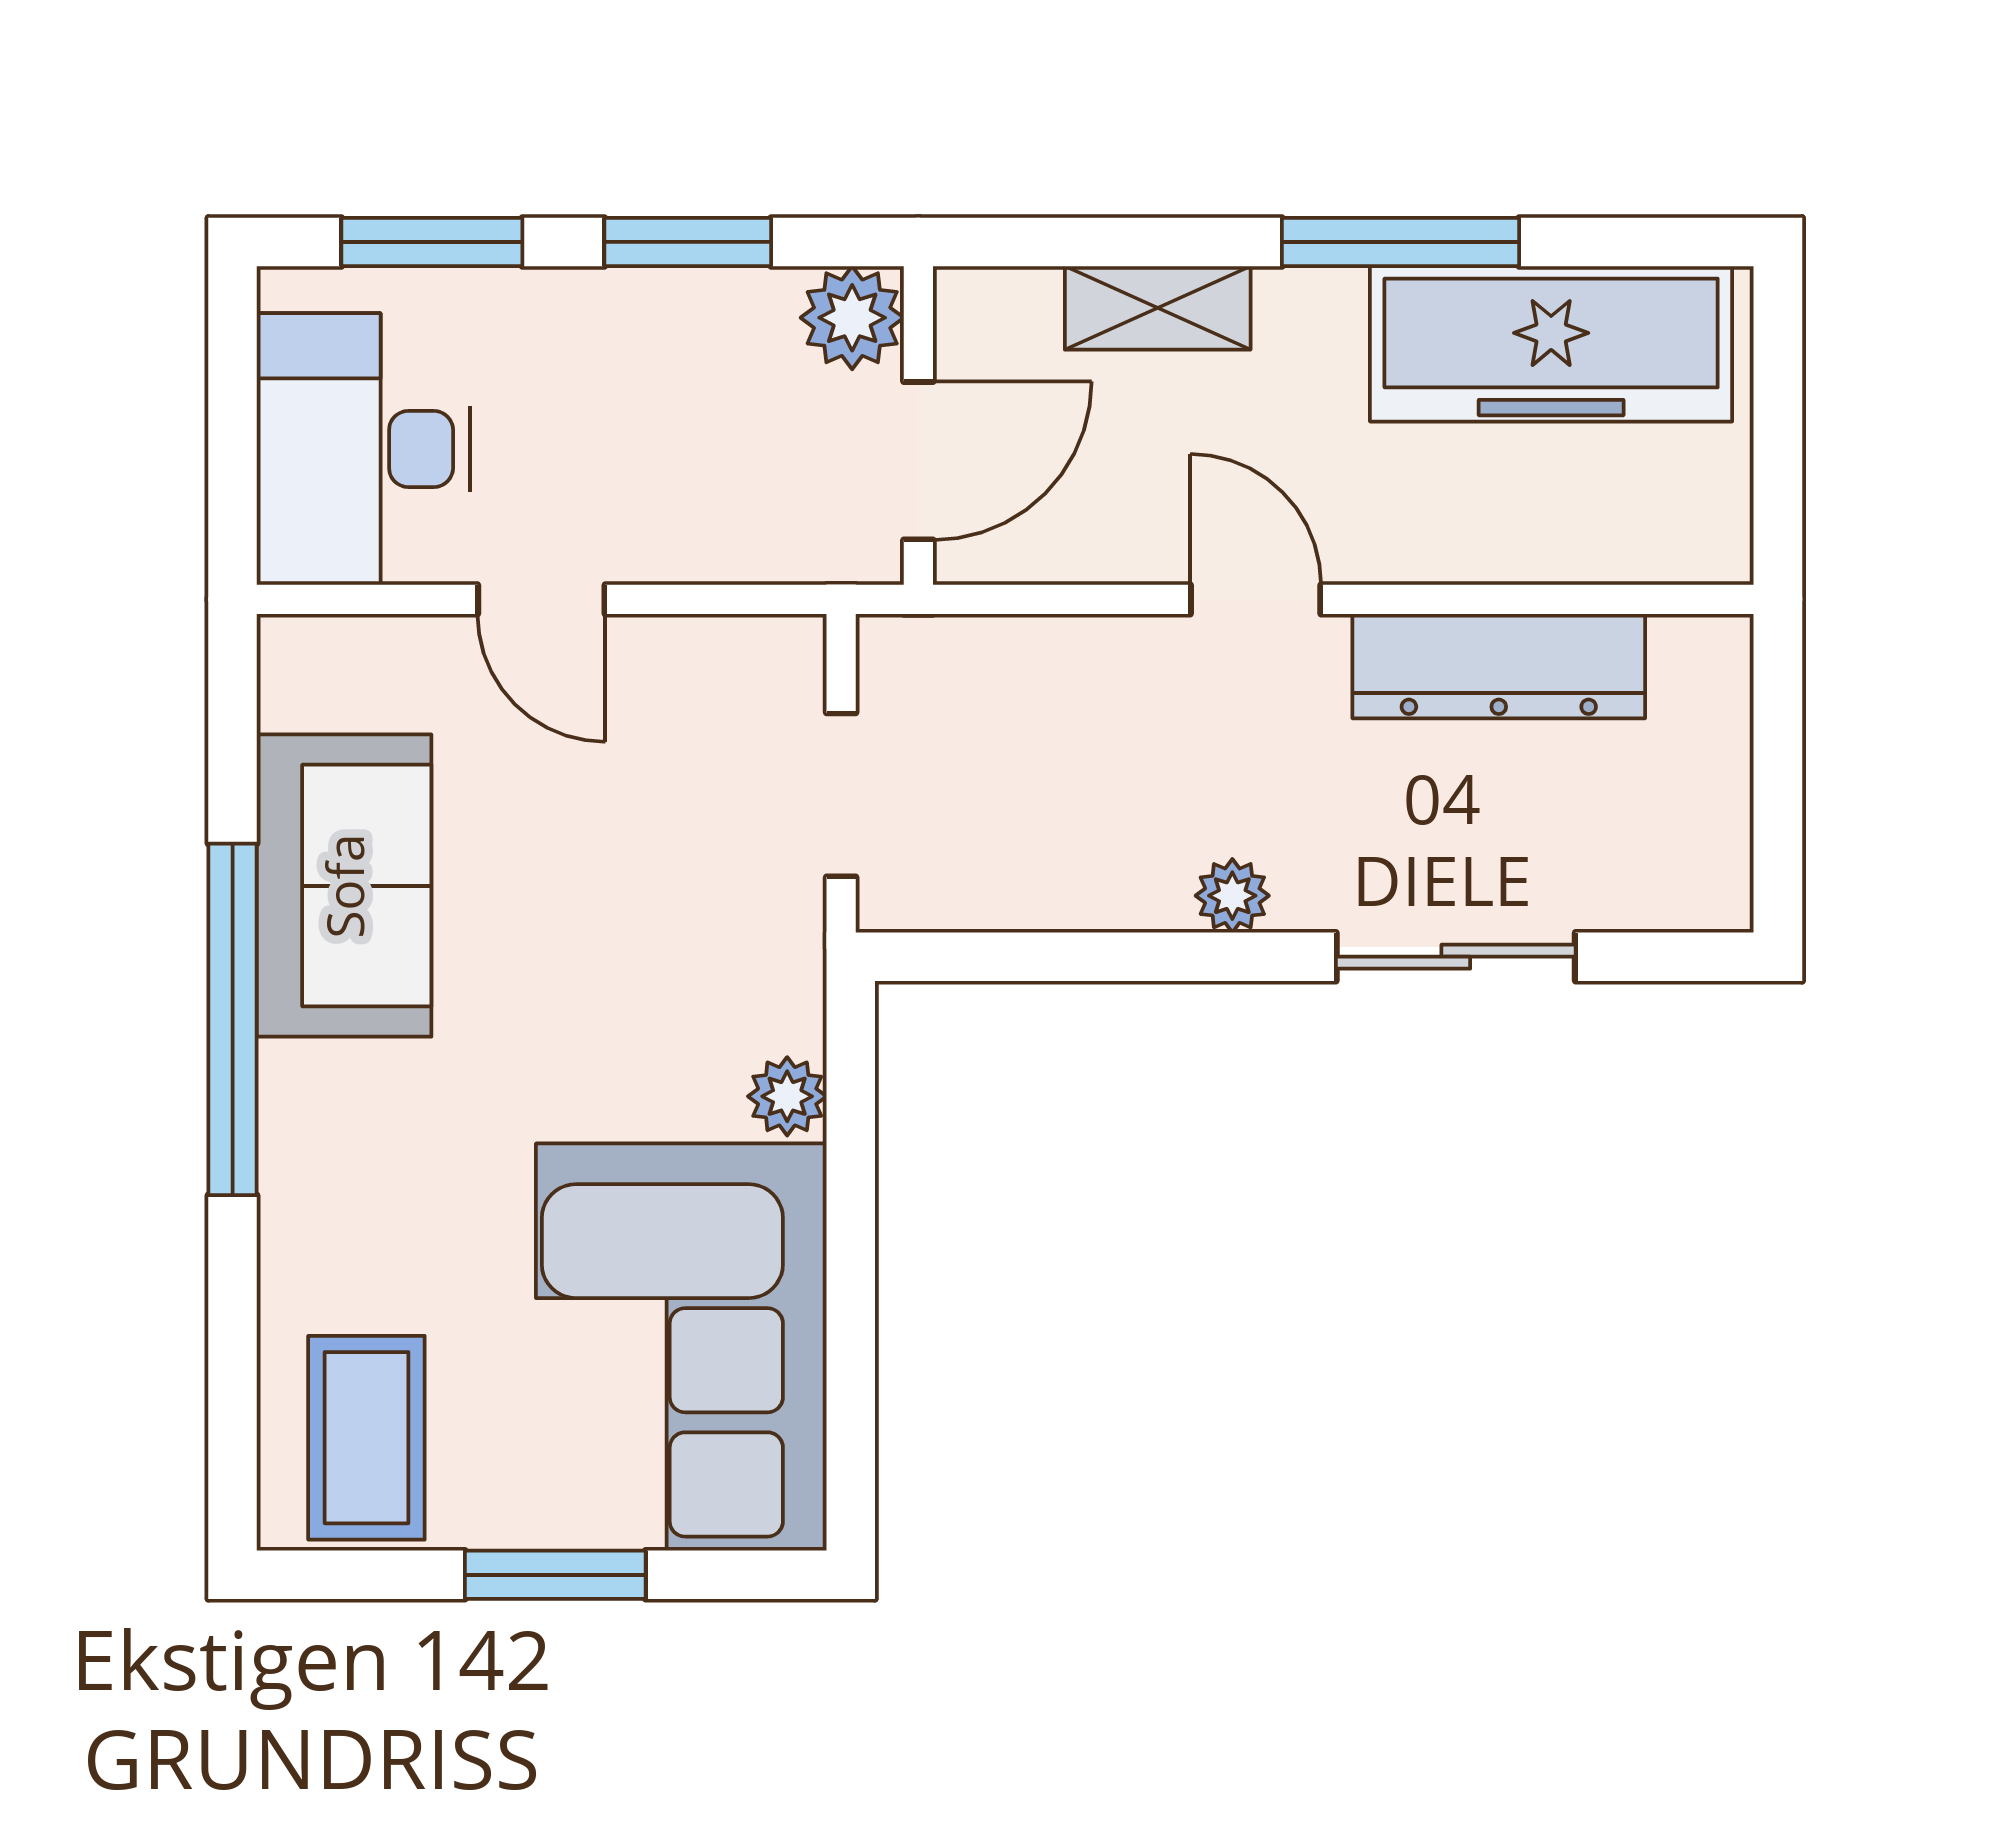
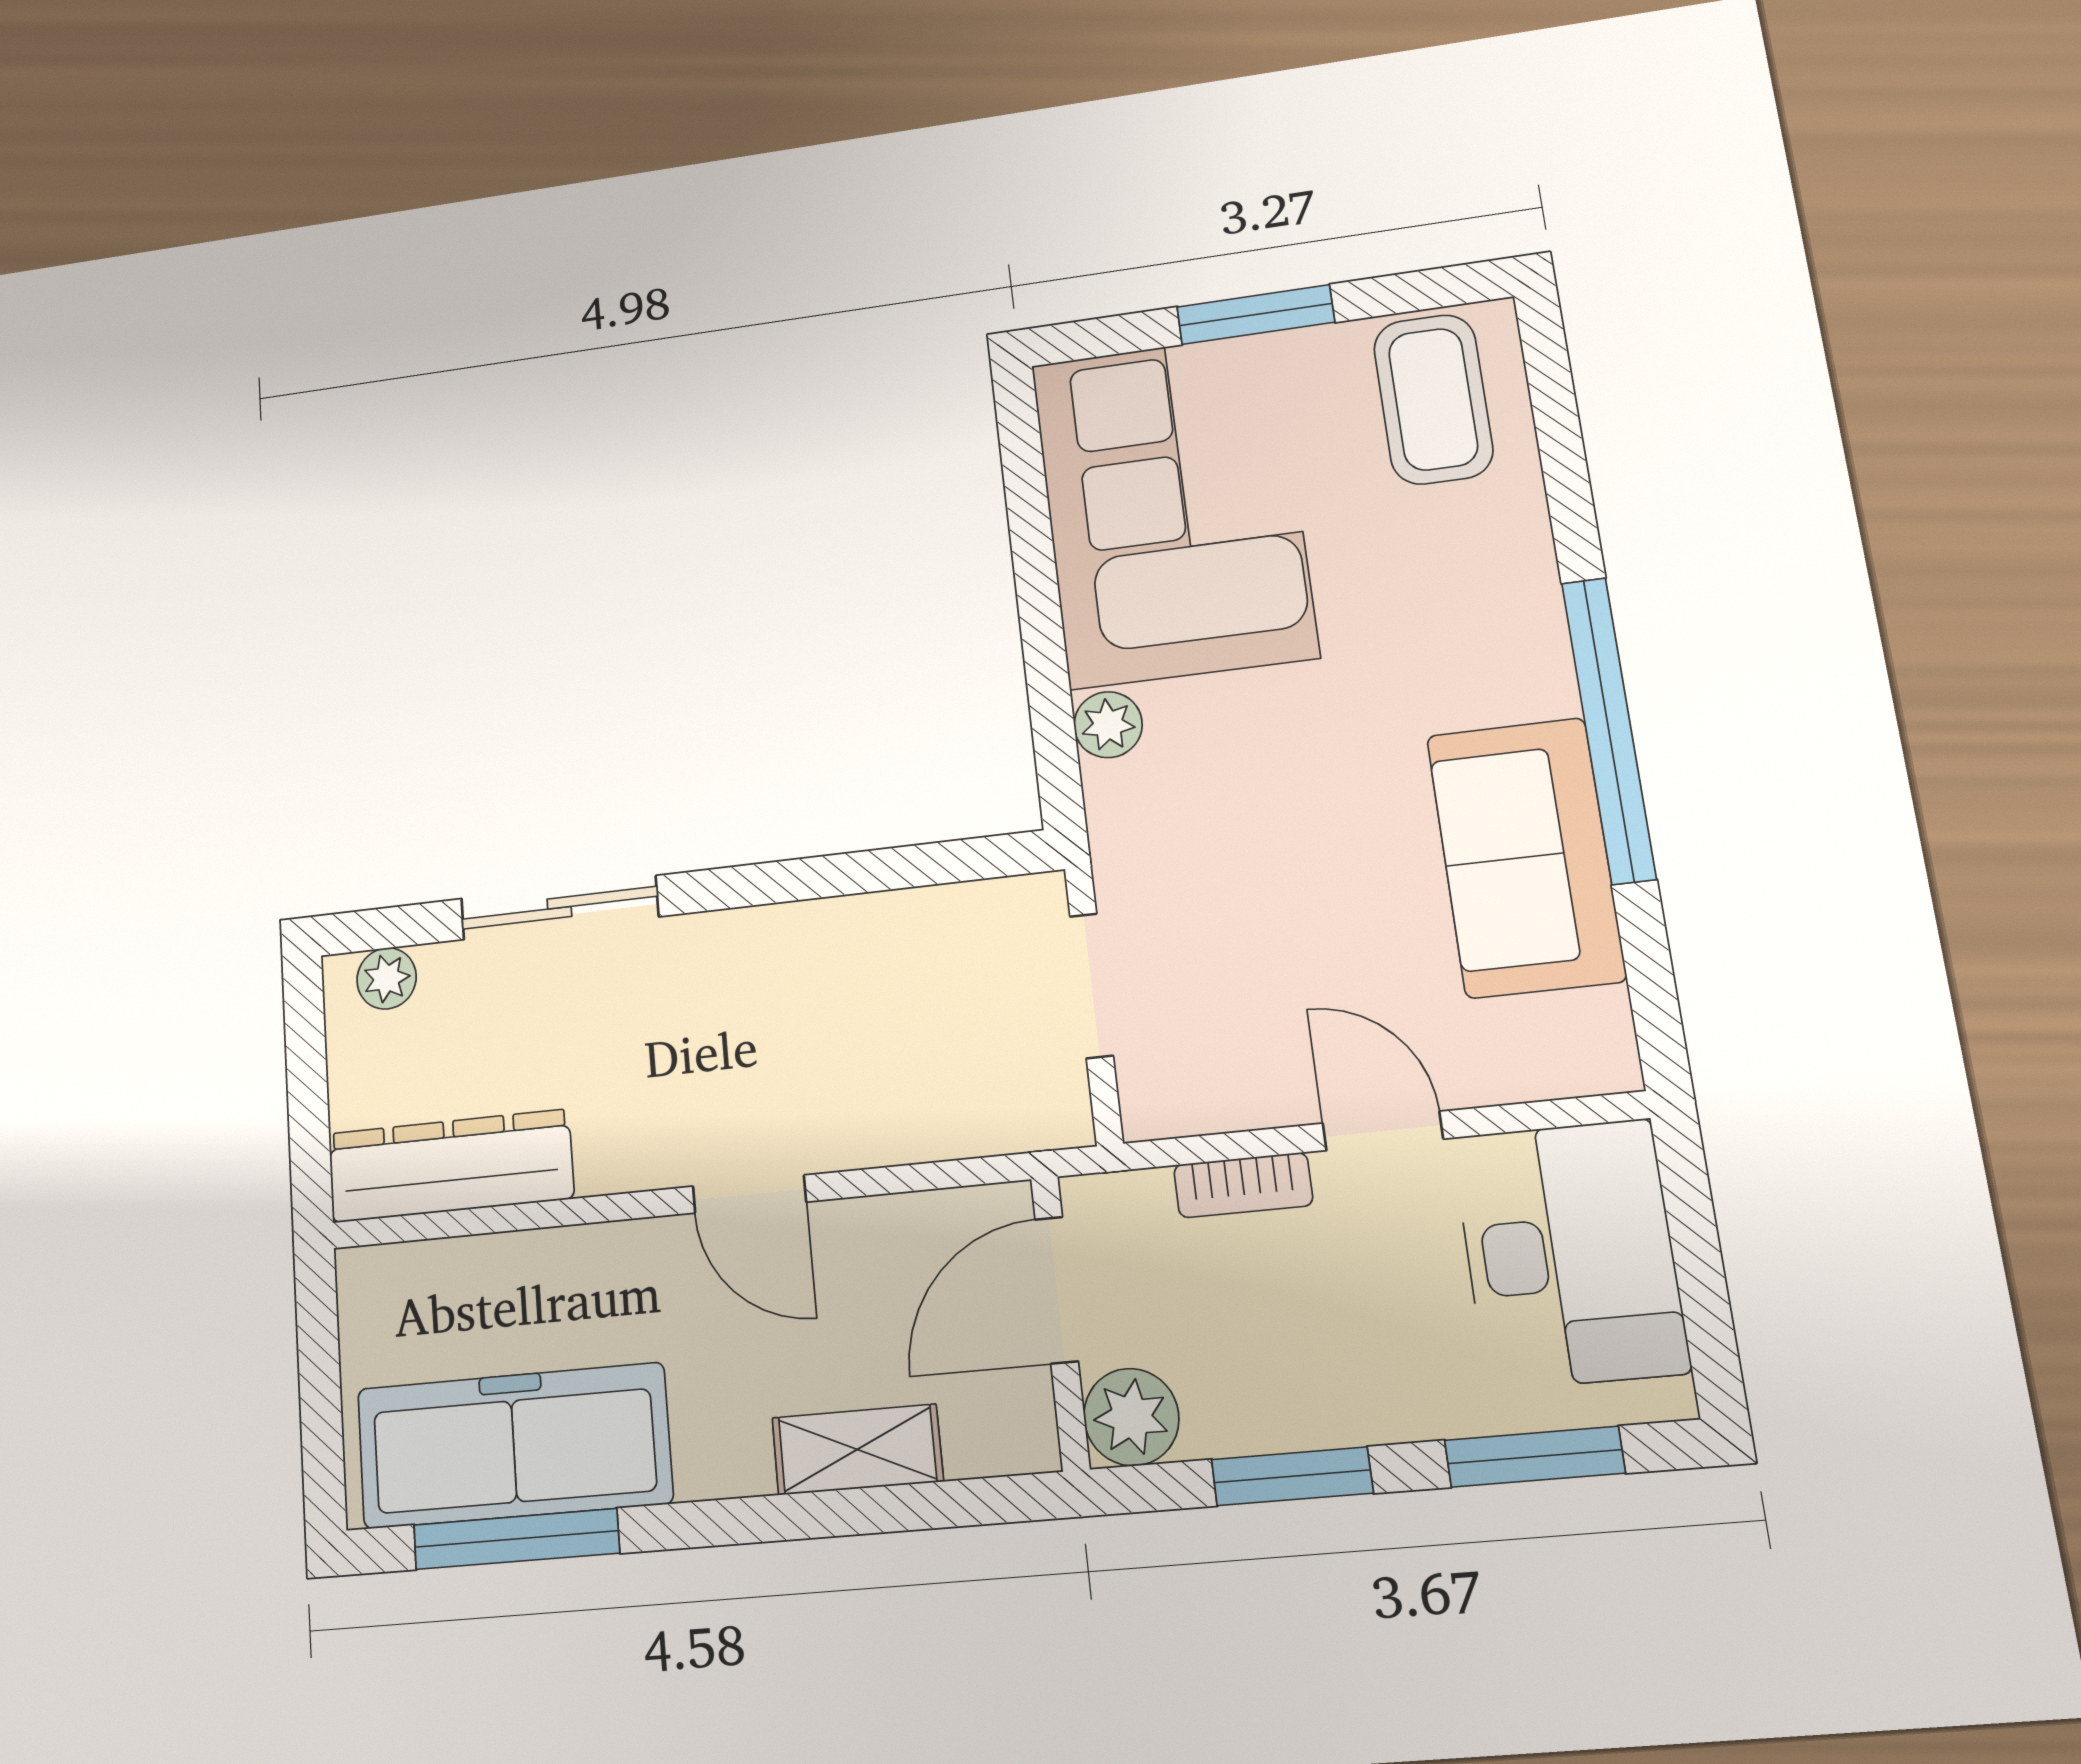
window: (1400, 242) -> (516, 1539), moved
bookcase: (700, 555) -> (1243, 1185), added
dresser: (1499, 666) -> (450, 1166), moved
plant: (1232, 896) -> (387, 978), moved

